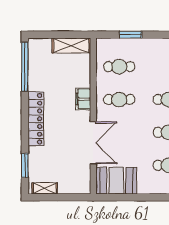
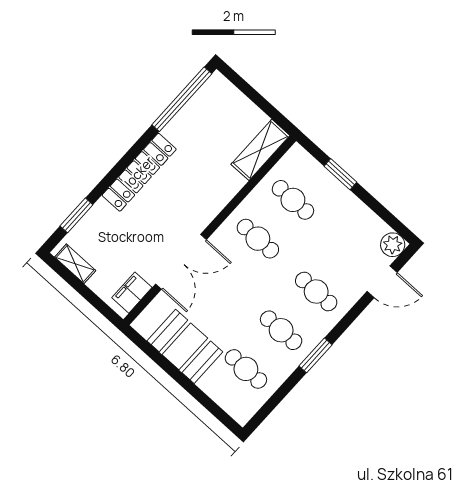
shelving: (71, 46) -> (260, 150), moved, turned 90
filing cabinet: (83, 99) -> (132, 293), moved
booth: (116, 181) -> (185, 346), moved

